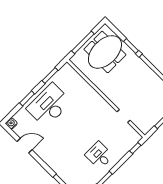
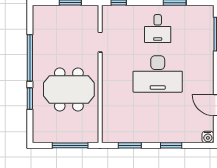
meeting table: (105, 52) -> (69, 89), moved
desk: (49, 105) -> (158, 74), moved

